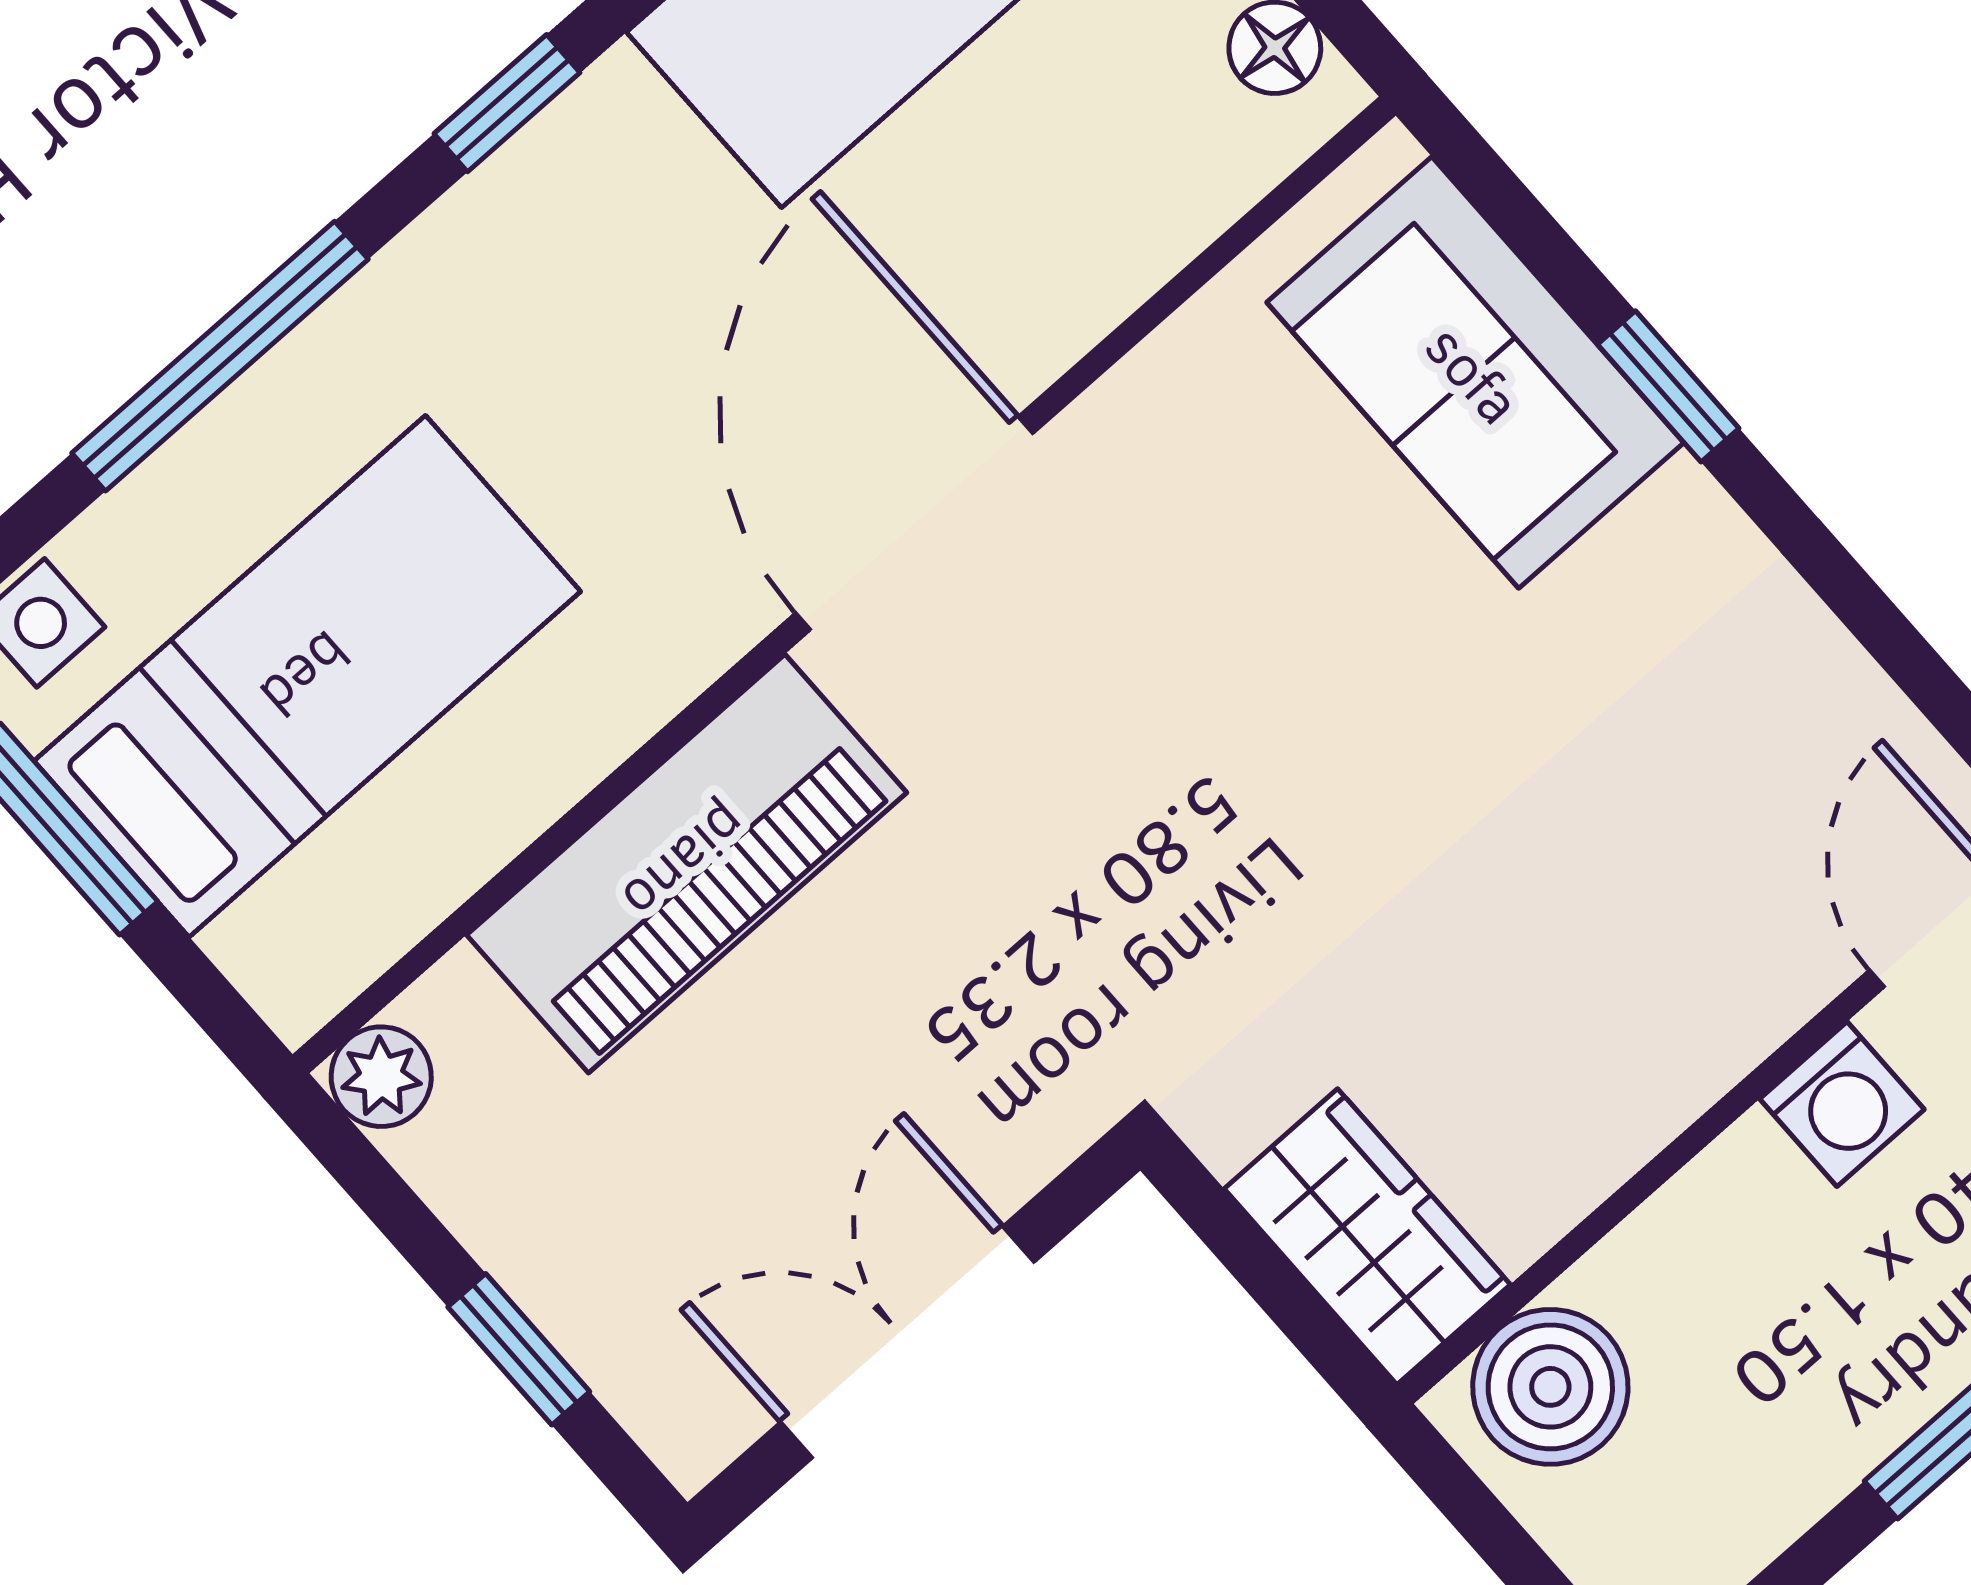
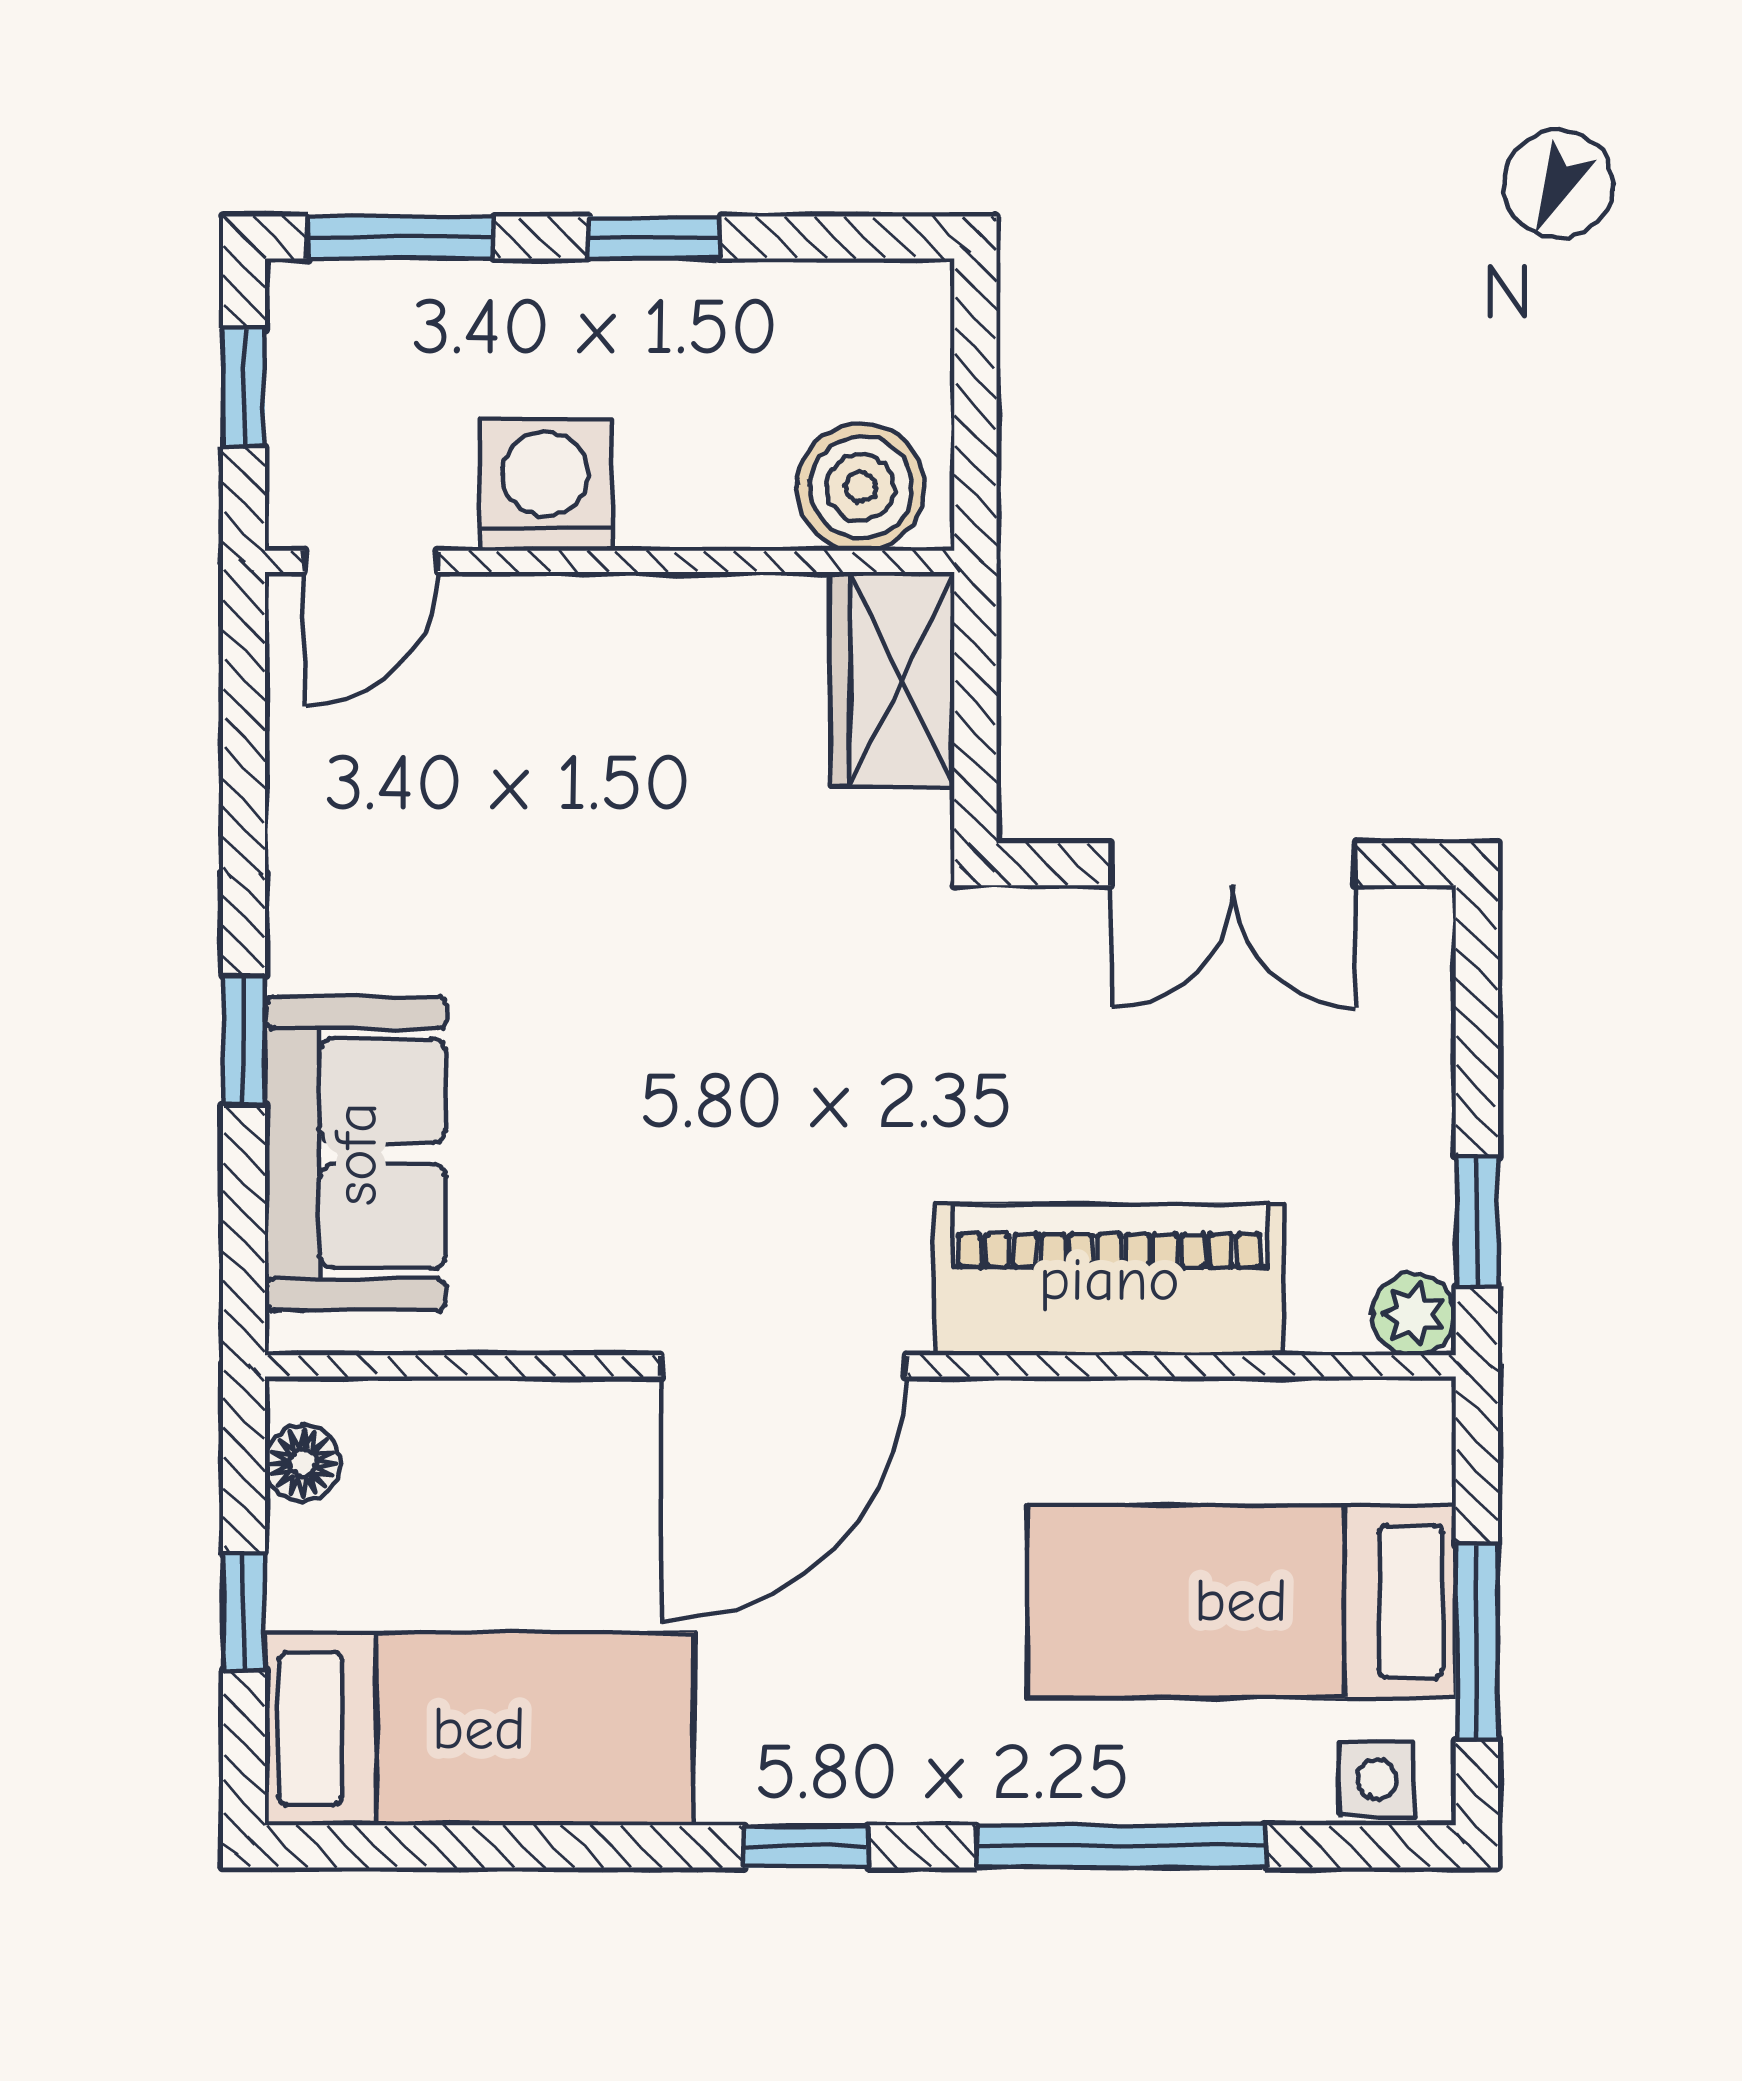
washing machine: (1842, 1104) -> (545, 485), width x1.38, depth x1.38
window: (519, 1349) -> (1477, 1221), moved

